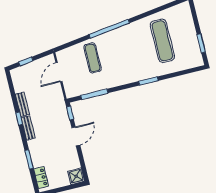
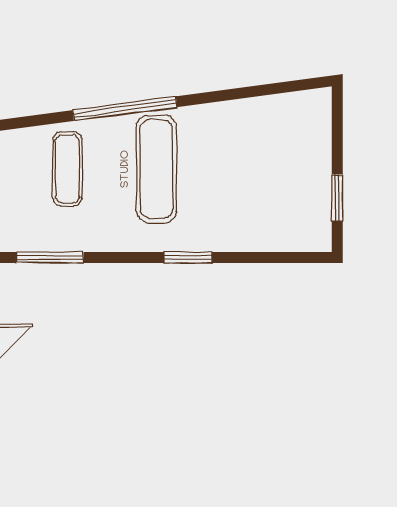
exercise mat: (162, 41) -> (156, 169), moved

